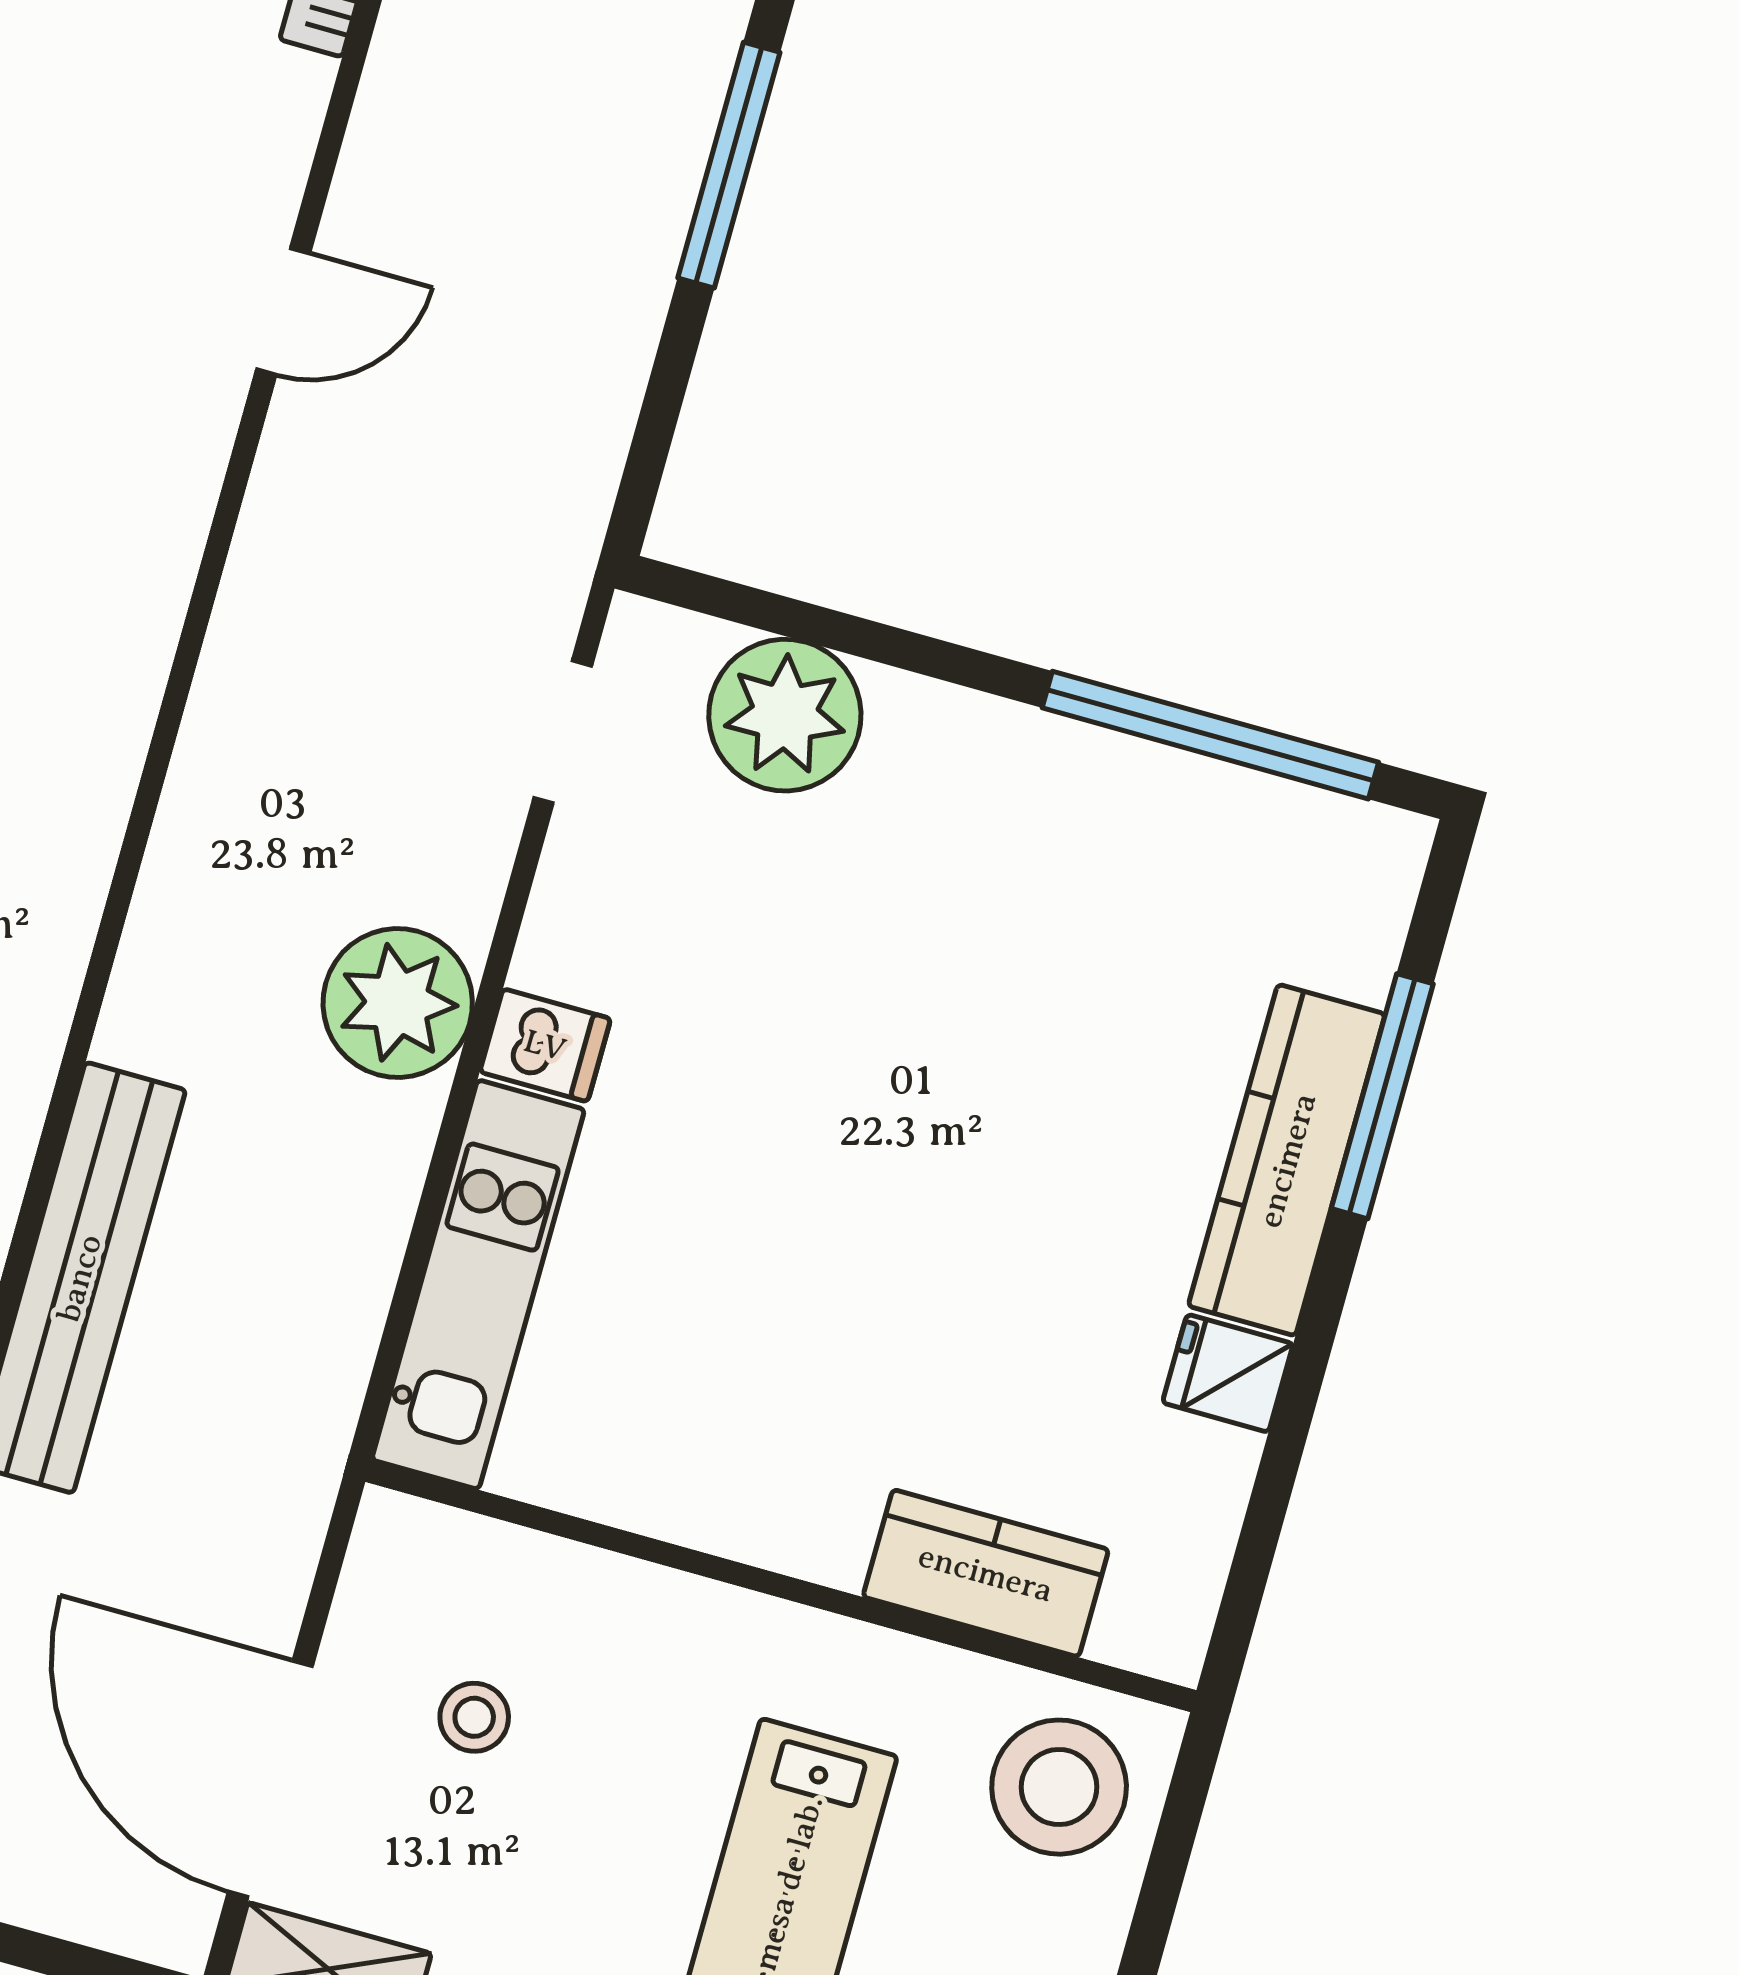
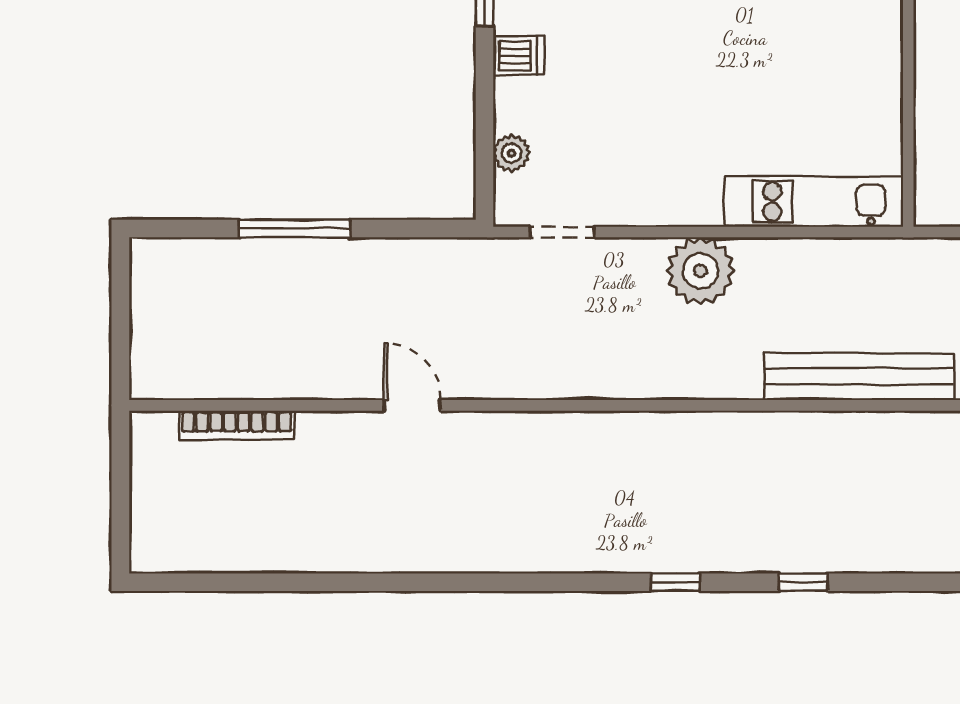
plant: (785, 715) -> (511, 153), width x0.53, depth x0.53
dishwasher: (545, 1045) -> (518, 56), moved, turned 90

